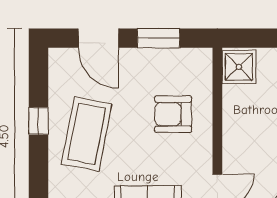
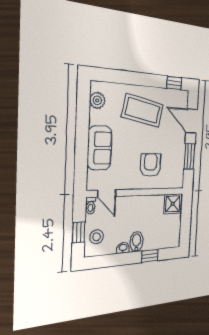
door: (98, 38) -> (192, 121), hinge flipped
window: (38, 121) -> (174, 83), moved

